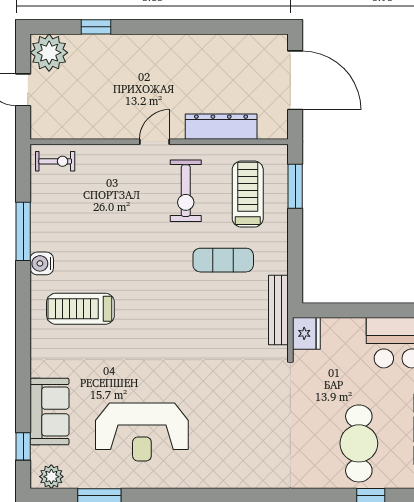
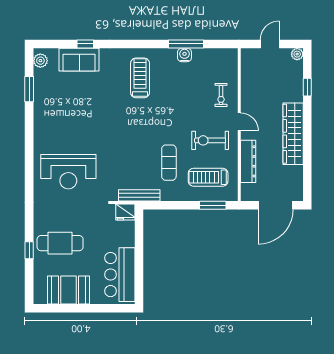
wardrobe: (174, 51) -> (293, 134), added
plant: (49, 53) -> (297, 54), width x0.53, depth x0.53
exercise bike: (55, 161) -> (221, 95), moved
treadmill: (248, 194) -> (208, 177), turned 180
water cooler: (42, 263) -> (184, 55), moved
reception desk: (142, 432) -> (68, 172), moved, turned -90
window: (23, 446) -> (85, 44), moved

